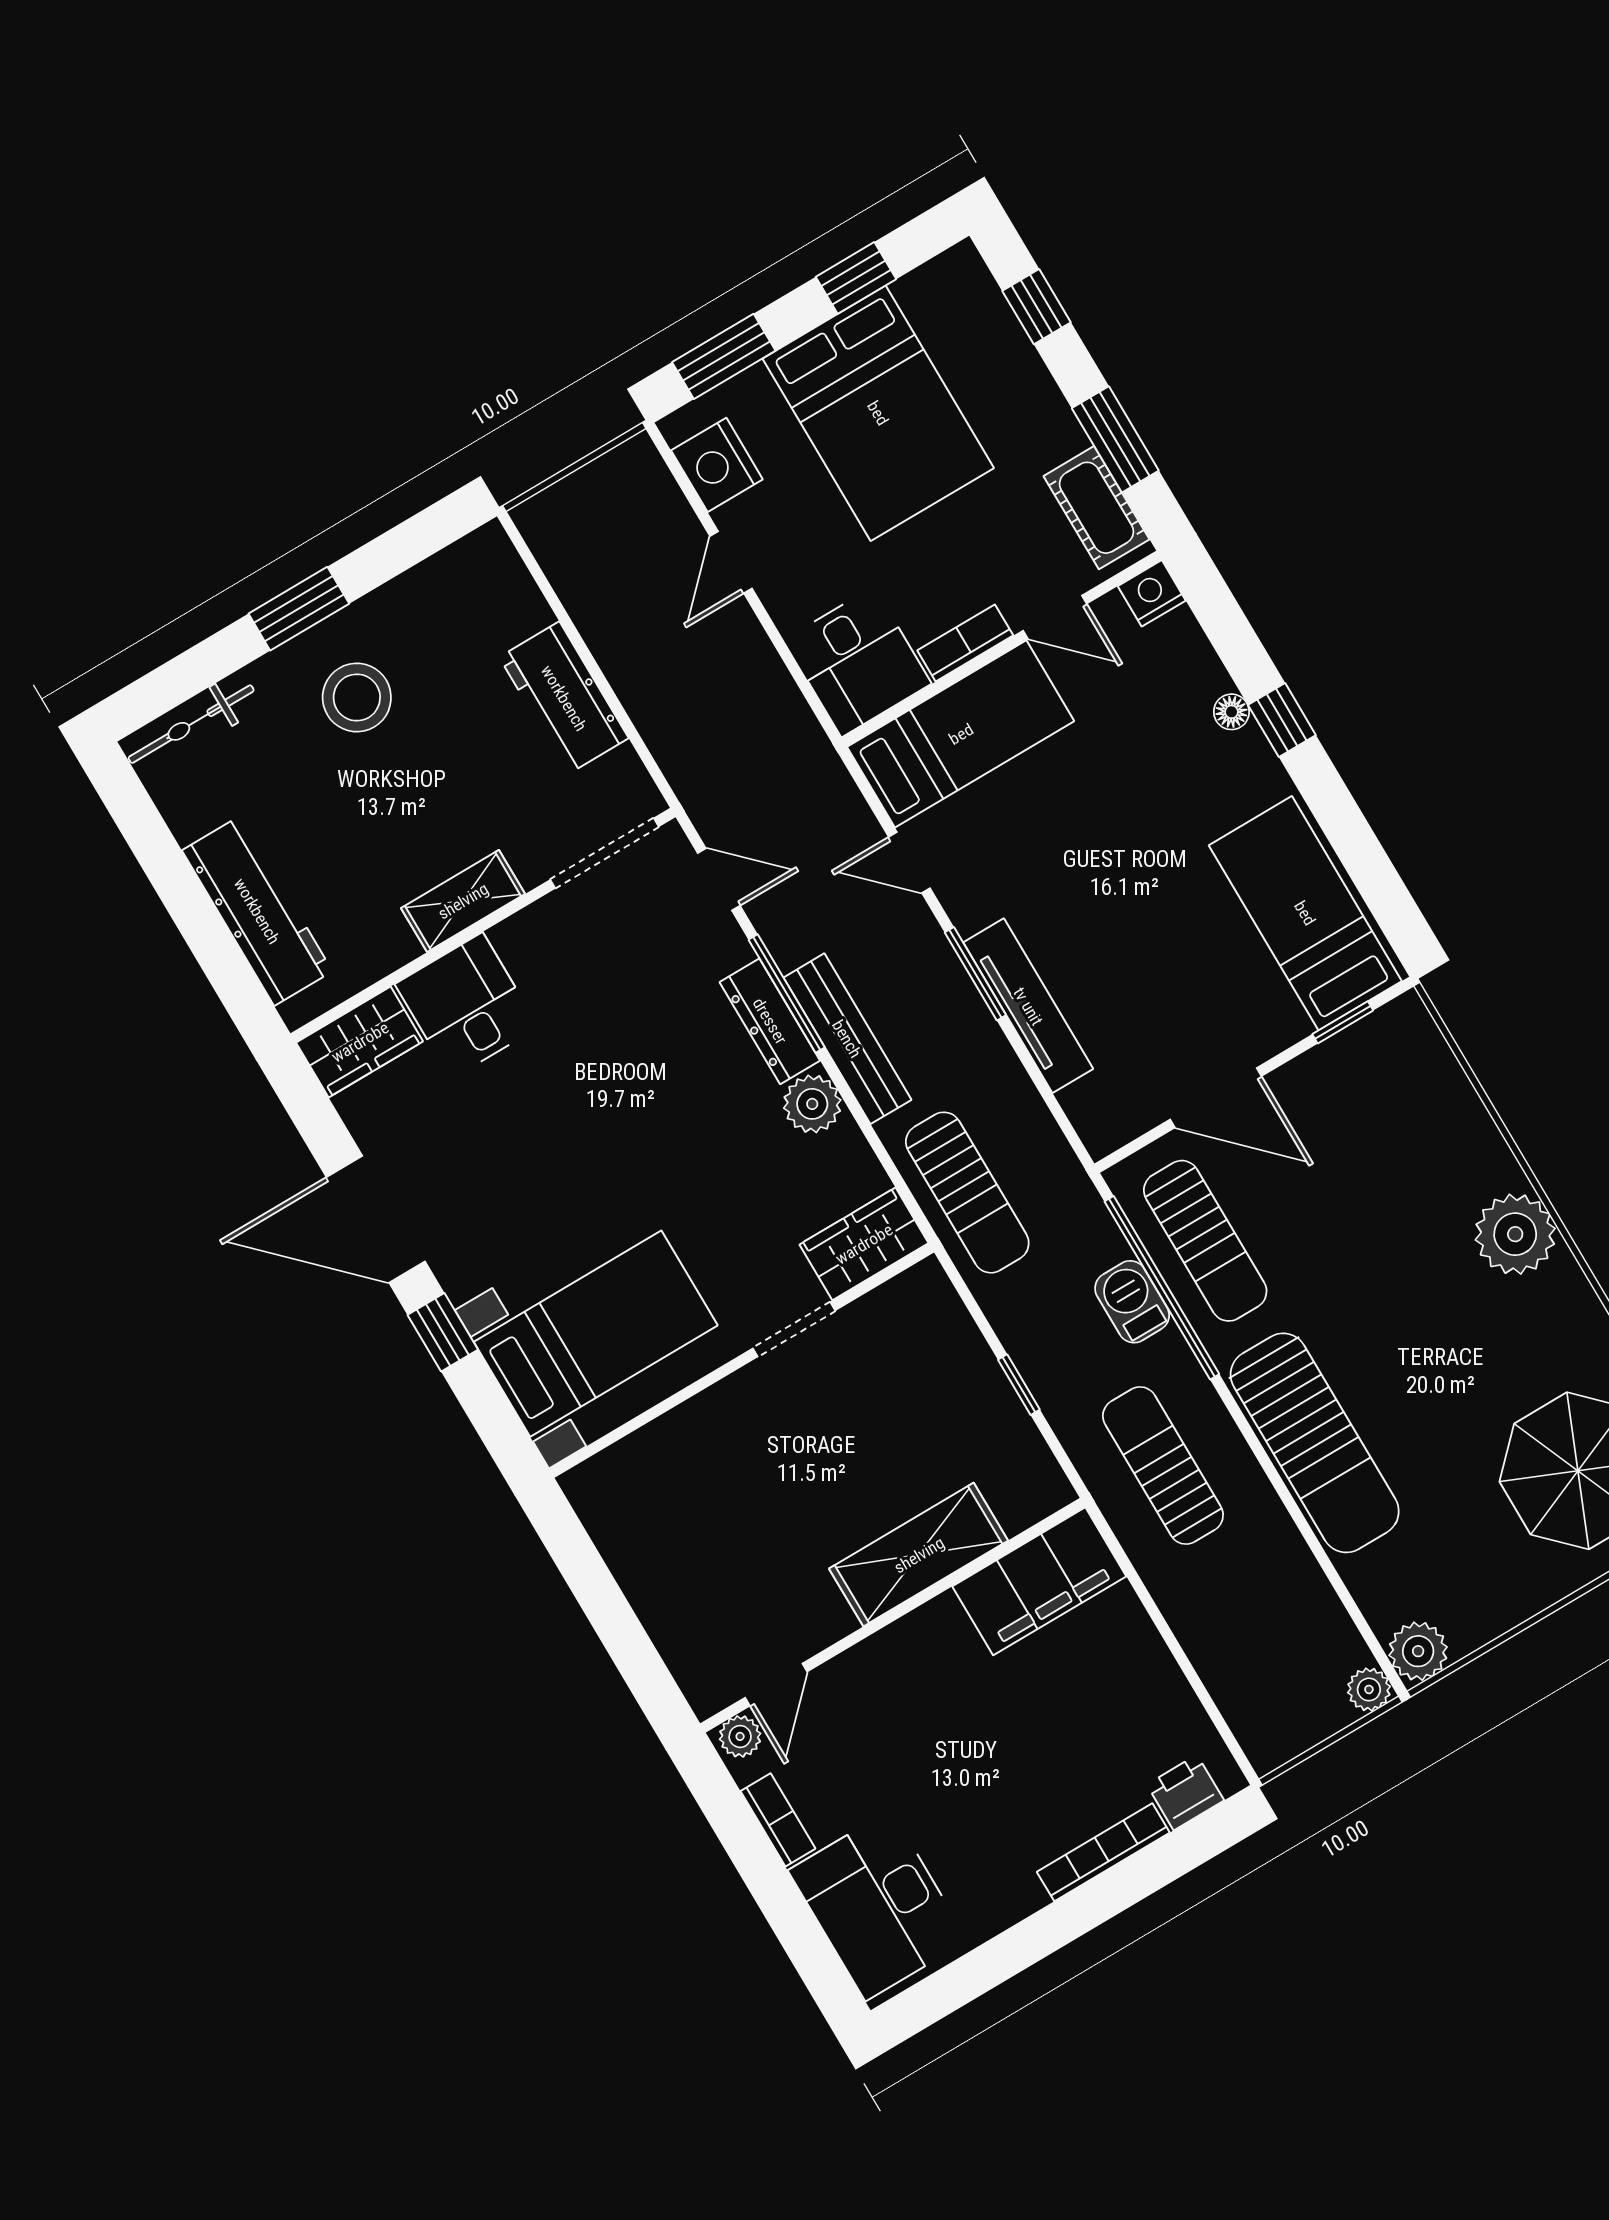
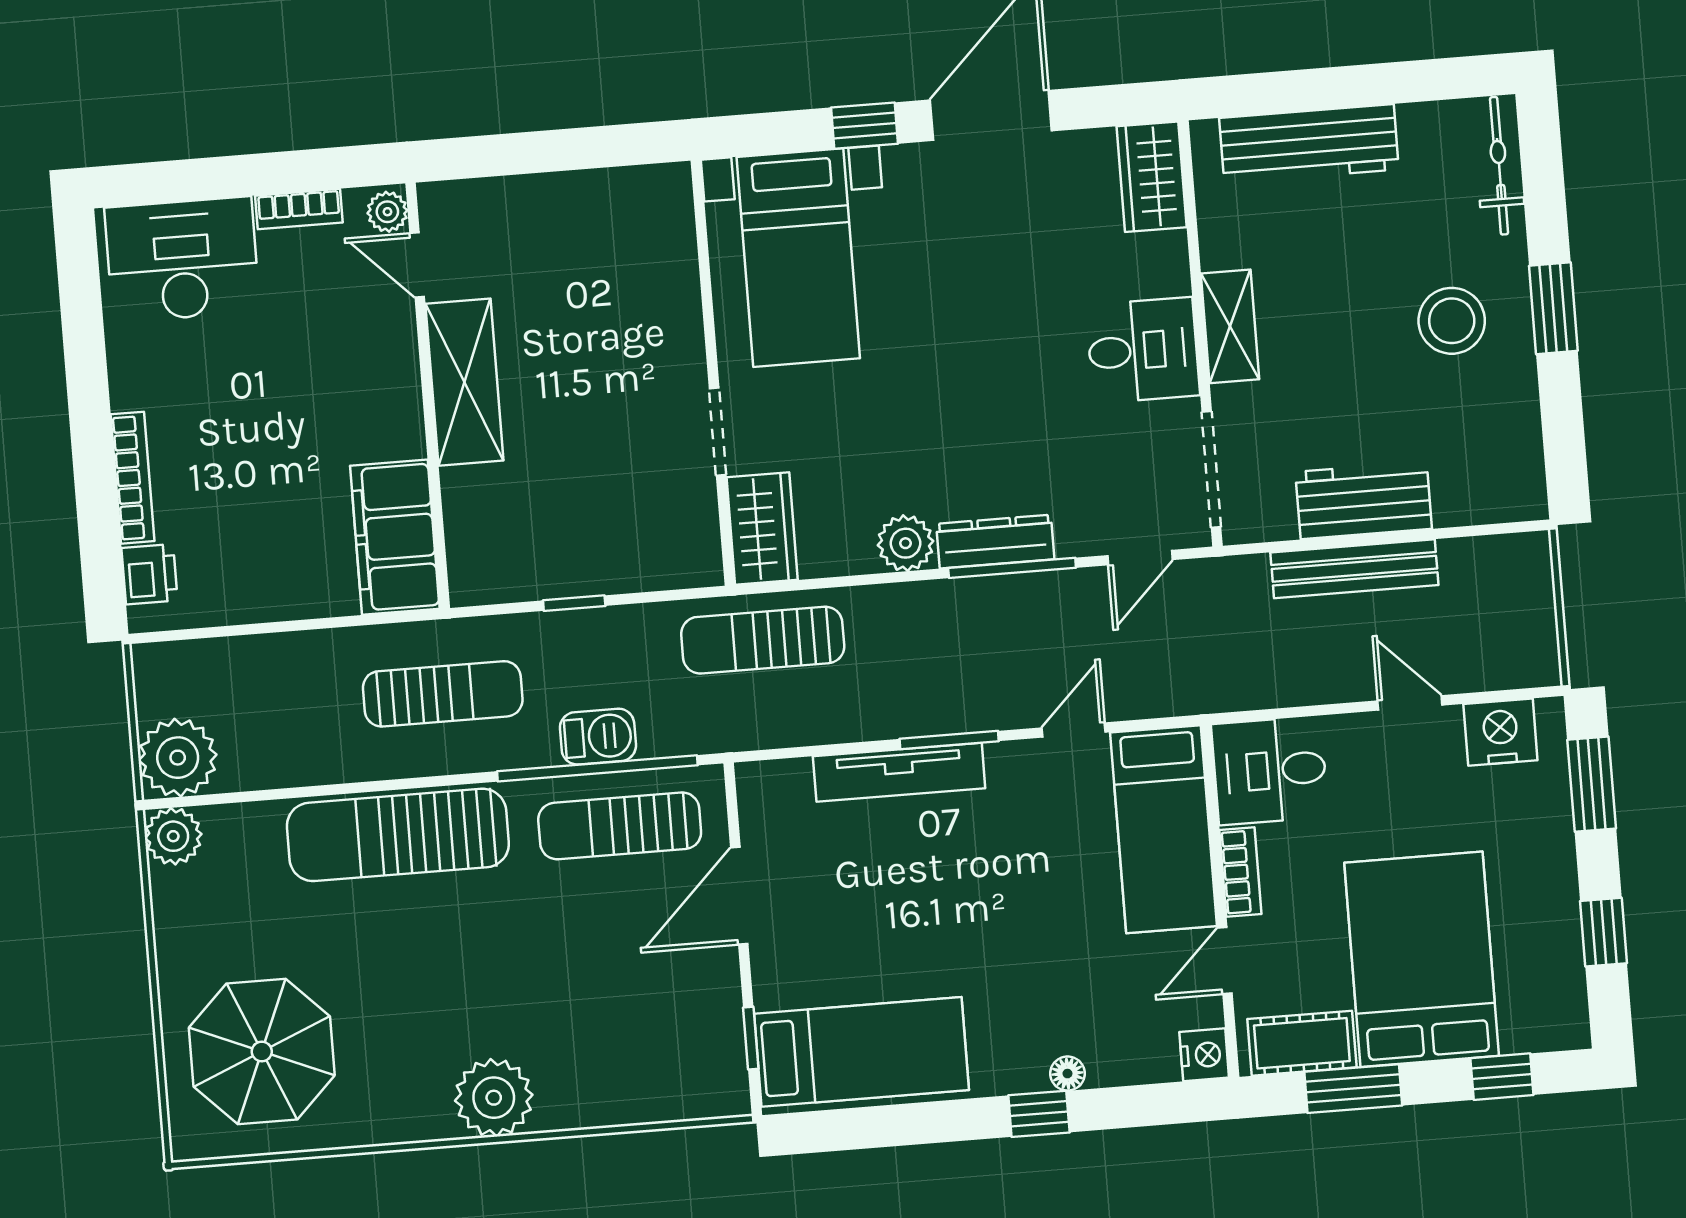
bed: (878, 413) -> (1422, 959), moved, turned 90
desk: (467, 1006) -> (1143, 350), moved
bench: (847, 1039) -> (1354, 569), moved
shelving: (919, 1555) -> (464, 382), moved
plant: (1369, 1689) -> (178, 758), width x1.88, depth x1.88

